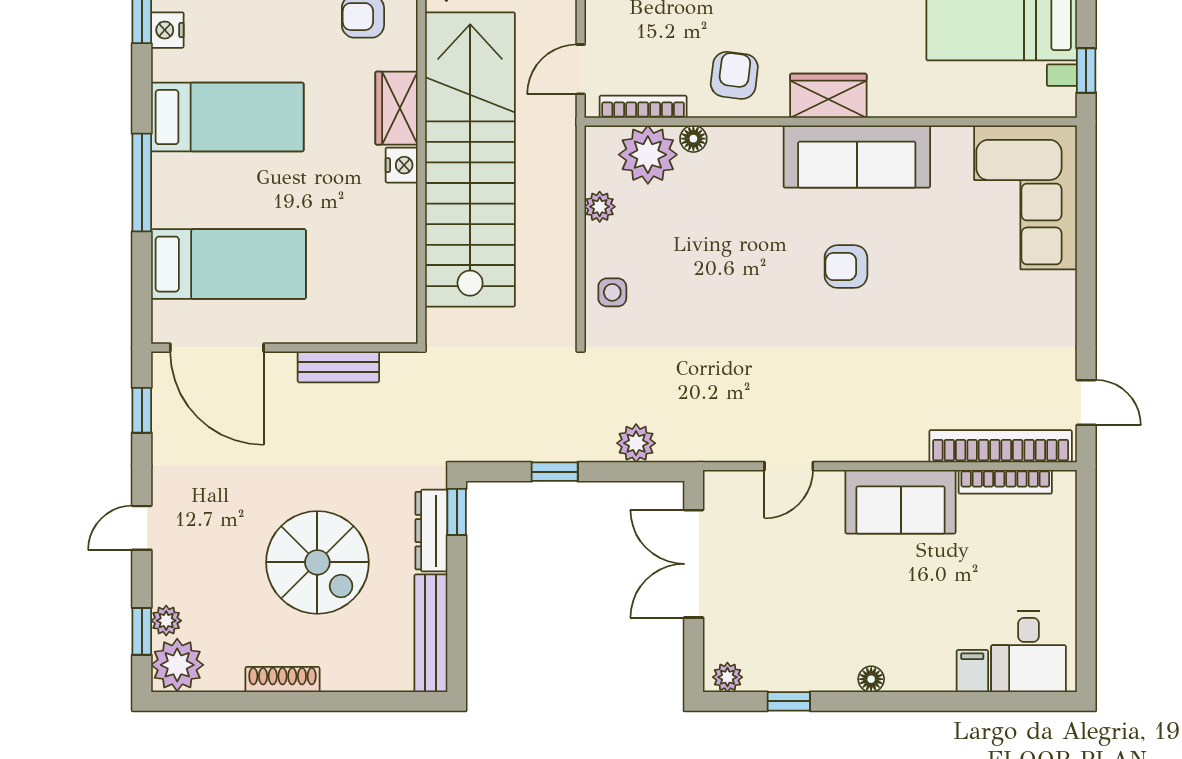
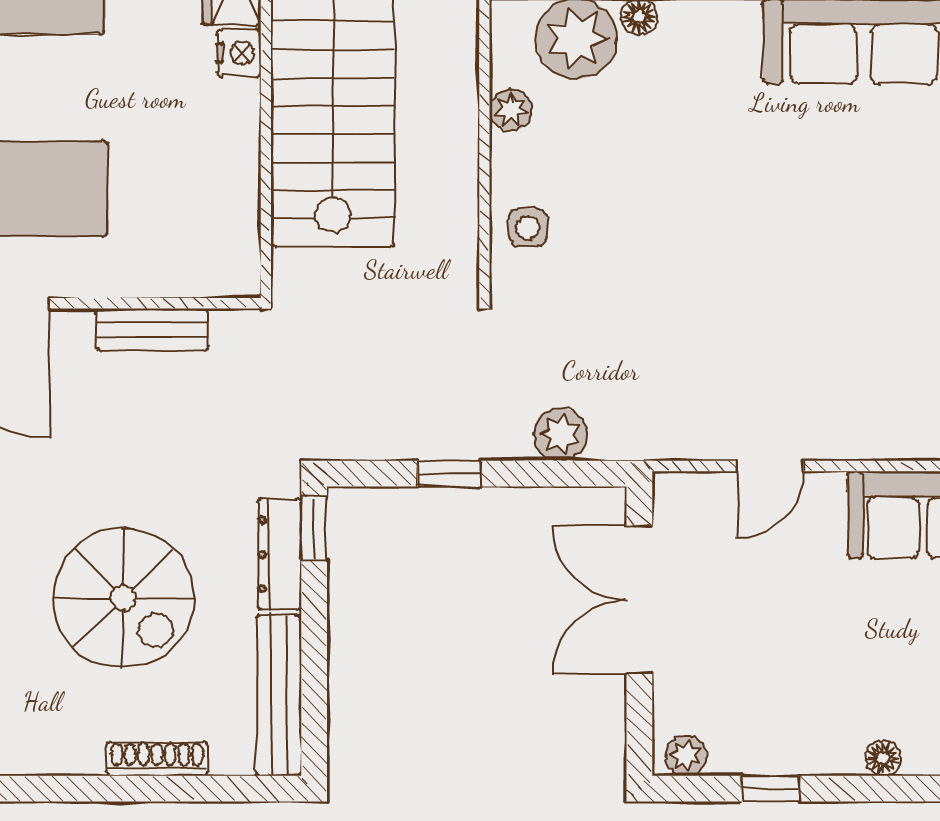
armchair: (846, 267) -> (848, 192), removed
shoe rack: (282, 679) -> (157, 759), moved

